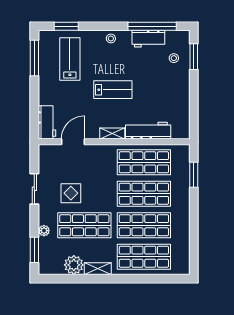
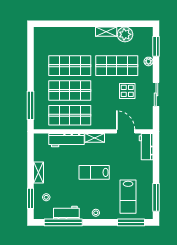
window: (66, 26) -> (131, 222), width x1.44
shelving: (184, 89) -> (38, 173), added
door: (73, 142) -> (126, 131), swing flipped
window: (194, 175) -> (31, 105), width x1.44
shop shelf: (144, 257) -> (70, 41), removed

